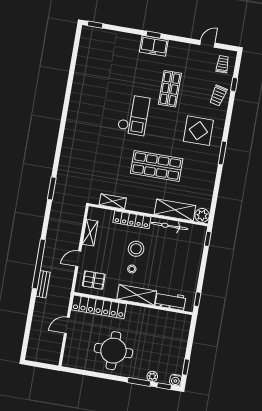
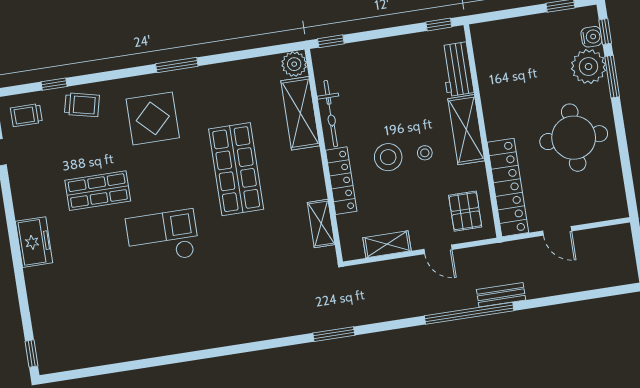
window: (154, 35) -> (15, 249), removed
plant: (152, 376) -> (589, 67), width x1.88, depth x1.88
water cooler: (176, 380) -> (592, 37), moved

